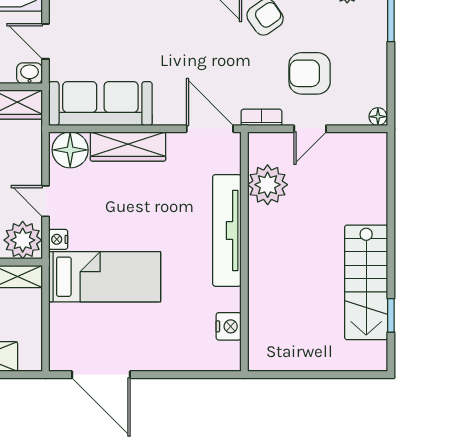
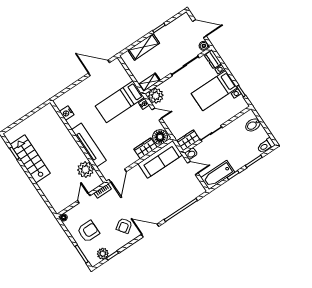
armchair: (310, 73) -> (88, 231), moved
door: (210, 129) -> (118, 176), hinge flipped
wardrobe: (128, 146) -> (146, 148), width x0.67

